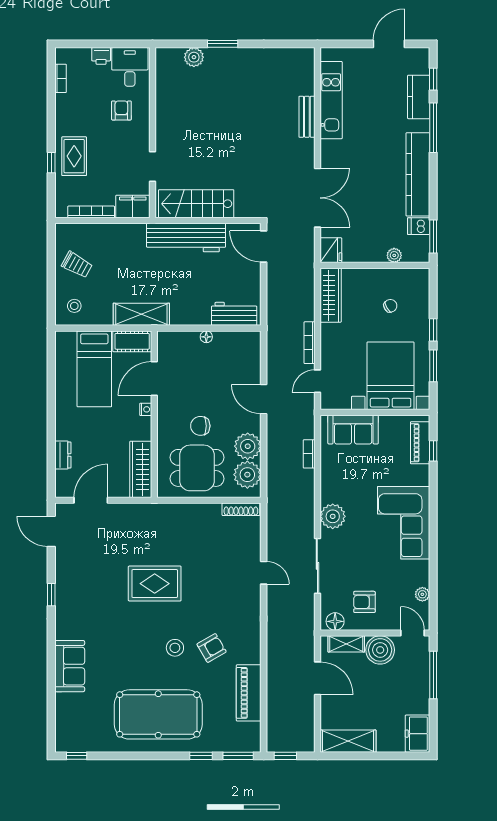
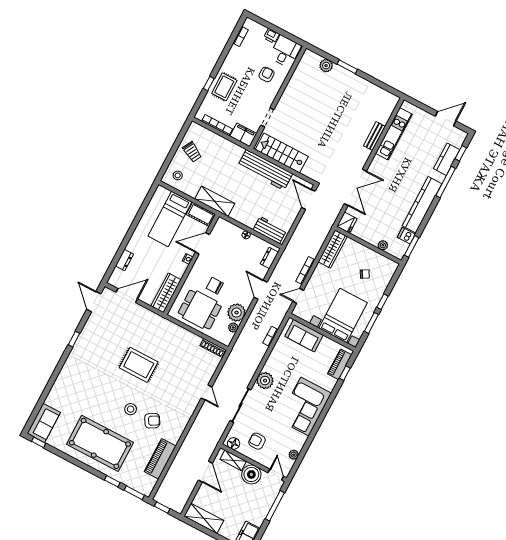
dresser: (253, 351) -> (269, 258), added
plant: (247, 475) -> (233, 327), width x0.53, depth x0.53
sofa: (70, 666) -> (44, 423), moved

